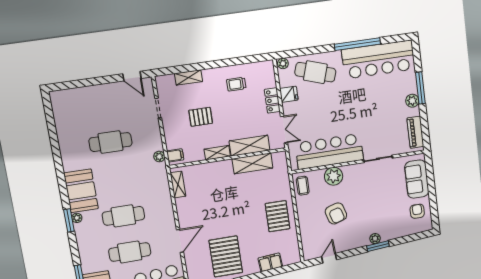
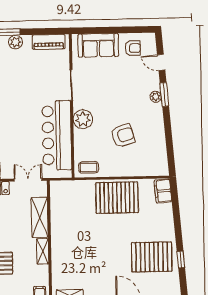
shelving: (252, 163) -> (58, 217), removed
plant: (334, 176) -> (83, 119), moved
armchair: (417, 211) -> (133, 48), turned 180
pallet: (277, 216) -> (117, 198), width x1.37, depth x1.41
door: (329, 258) -> (161, 62), moved
filing cabinet: (270, 262) -> (163, 191), moved

